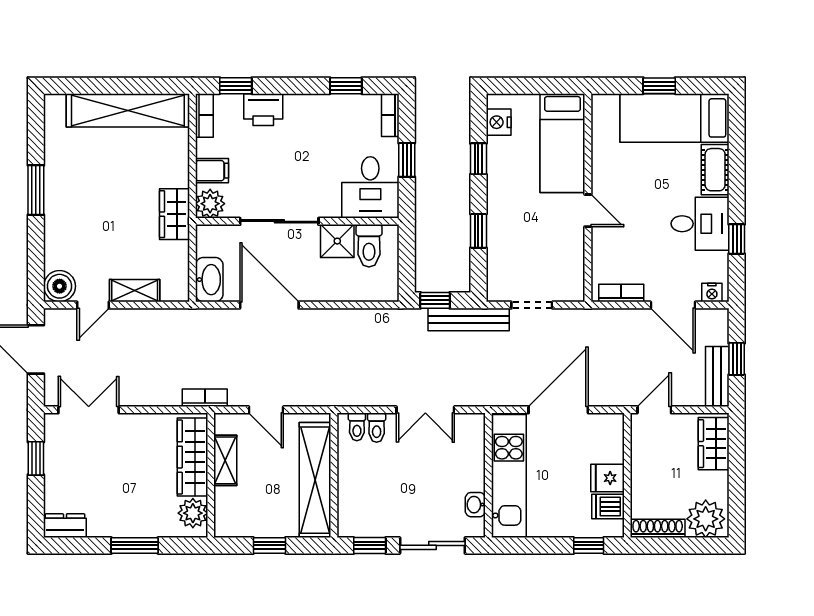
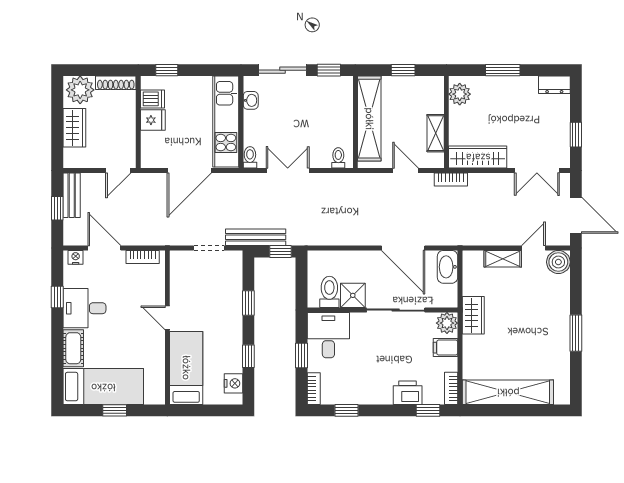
toilet: (377, 428) -> (250, 157), moved
wardrobe: (714, 444) -> (74, 128), moved
wardrobe: (193, 457) -> (478, 157), moved, turned -90

